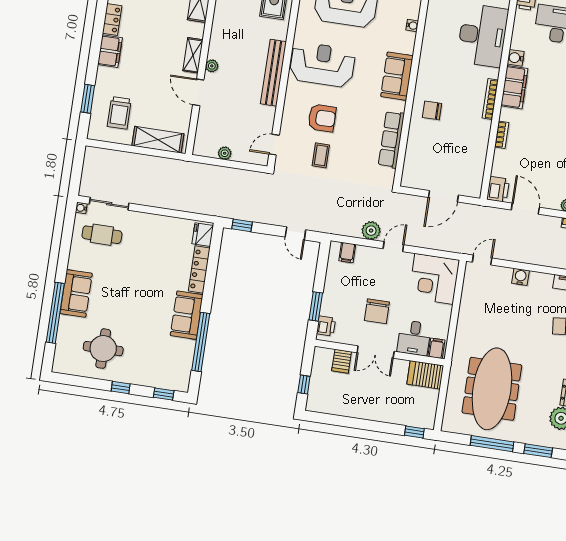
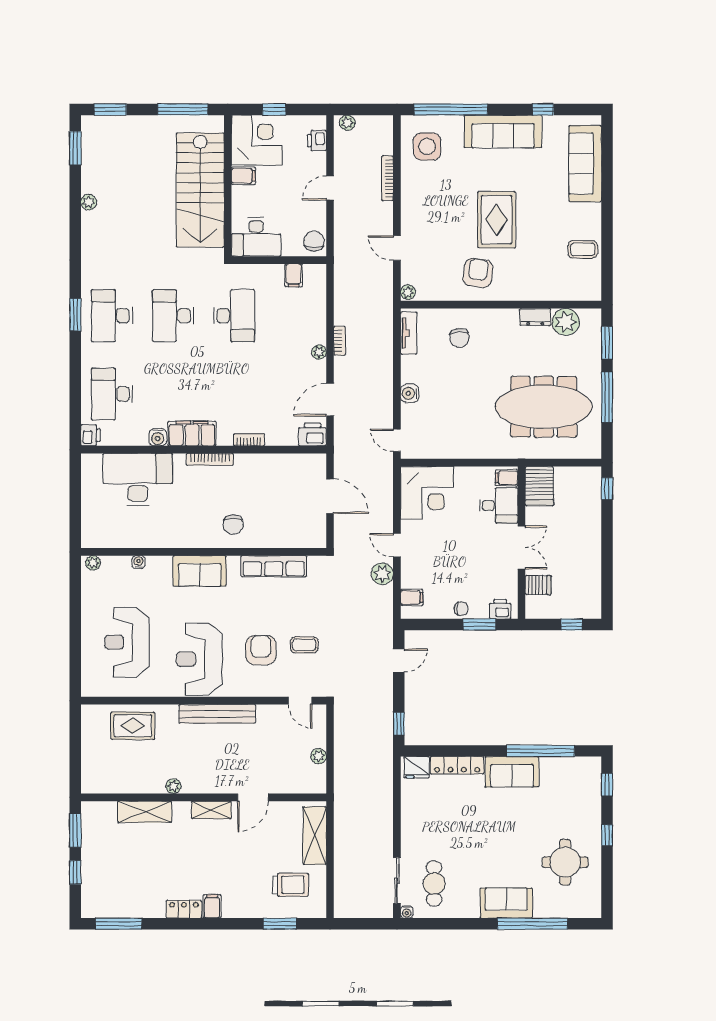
filing cabinet: (110, 51) -> (212, 906), width x0.50
plant: (212, 66) -> (173, 786), moved
chair: (377, 311) -> (461, 609), moved, width x0.54, depth x0.54

